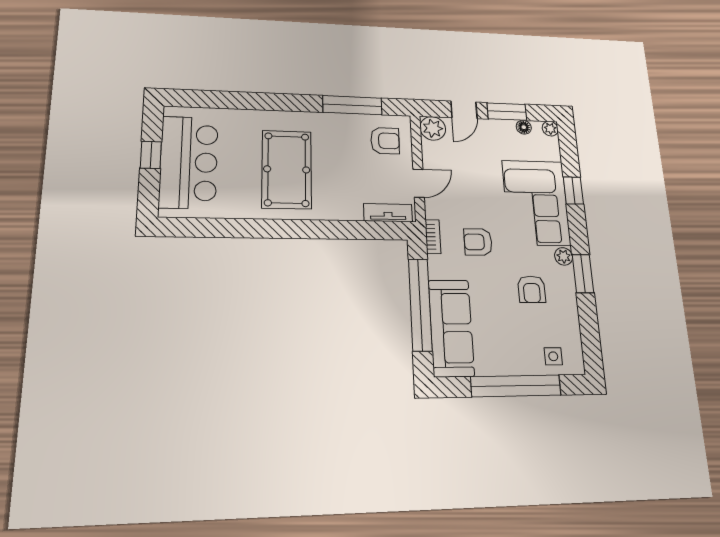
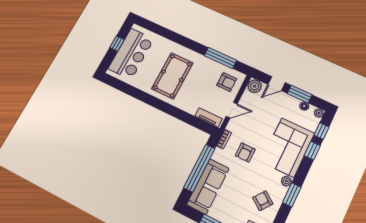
window: (569, 154) -> (321, 131), added
armchair: (478, 242) -> (245, 152), turned -90
armchair: (532, 289) -> (263, 201), moved, turned 126

